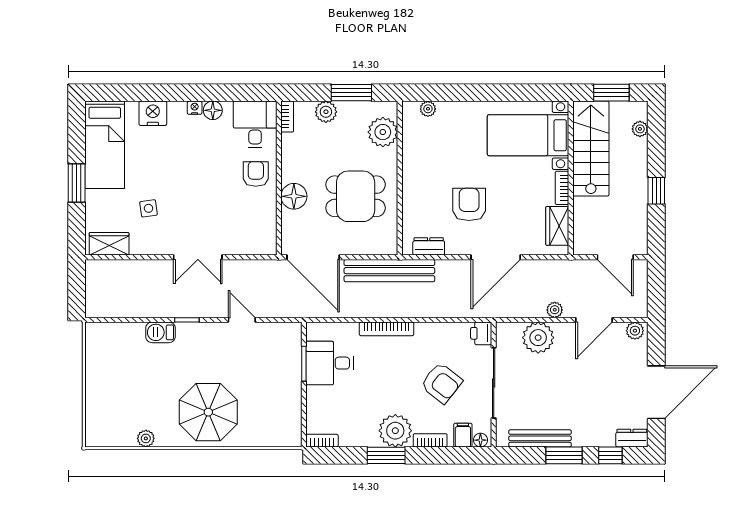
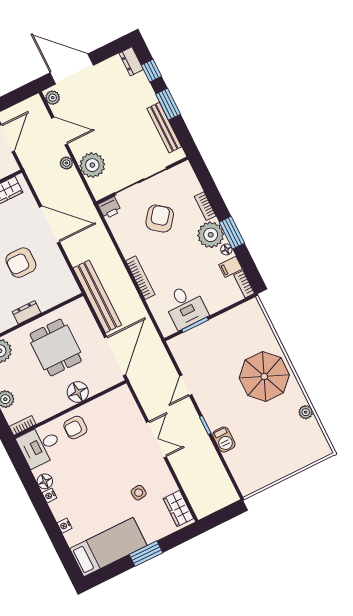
nightstand: (153, 113) -> (64, 526), width x0.53, depth x0.56
dresser: (429, 246) -> (27, 312), moved, turned 90
door: (656, 392) -> (72, 69), moved
filing cabinet: (463, 435) -> (231, 267), moved
floor lamp: (480, 440) -> (226, 249), moved

